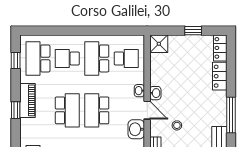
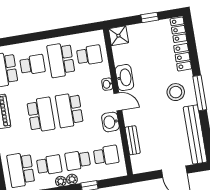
school desk: (67, 58) -> (32, 65), turned 180
washbasin: (155, 93) -> (124, 78), width x1.91, depth x1.45
stool: (177, 125) -> (176, 92), moved, width x1.89, depth x1.89

